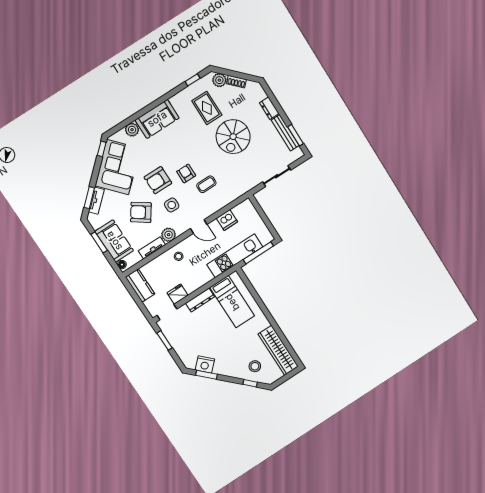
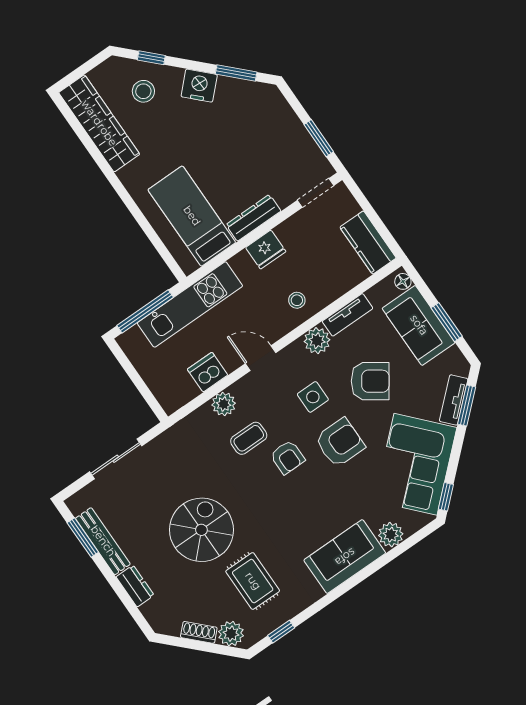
plant: (219, 203) -> (224, 404), added
fridge: (178, 294) -> (266, 250), moved
nightstand: (205, 364) -> (199, 86), moved

